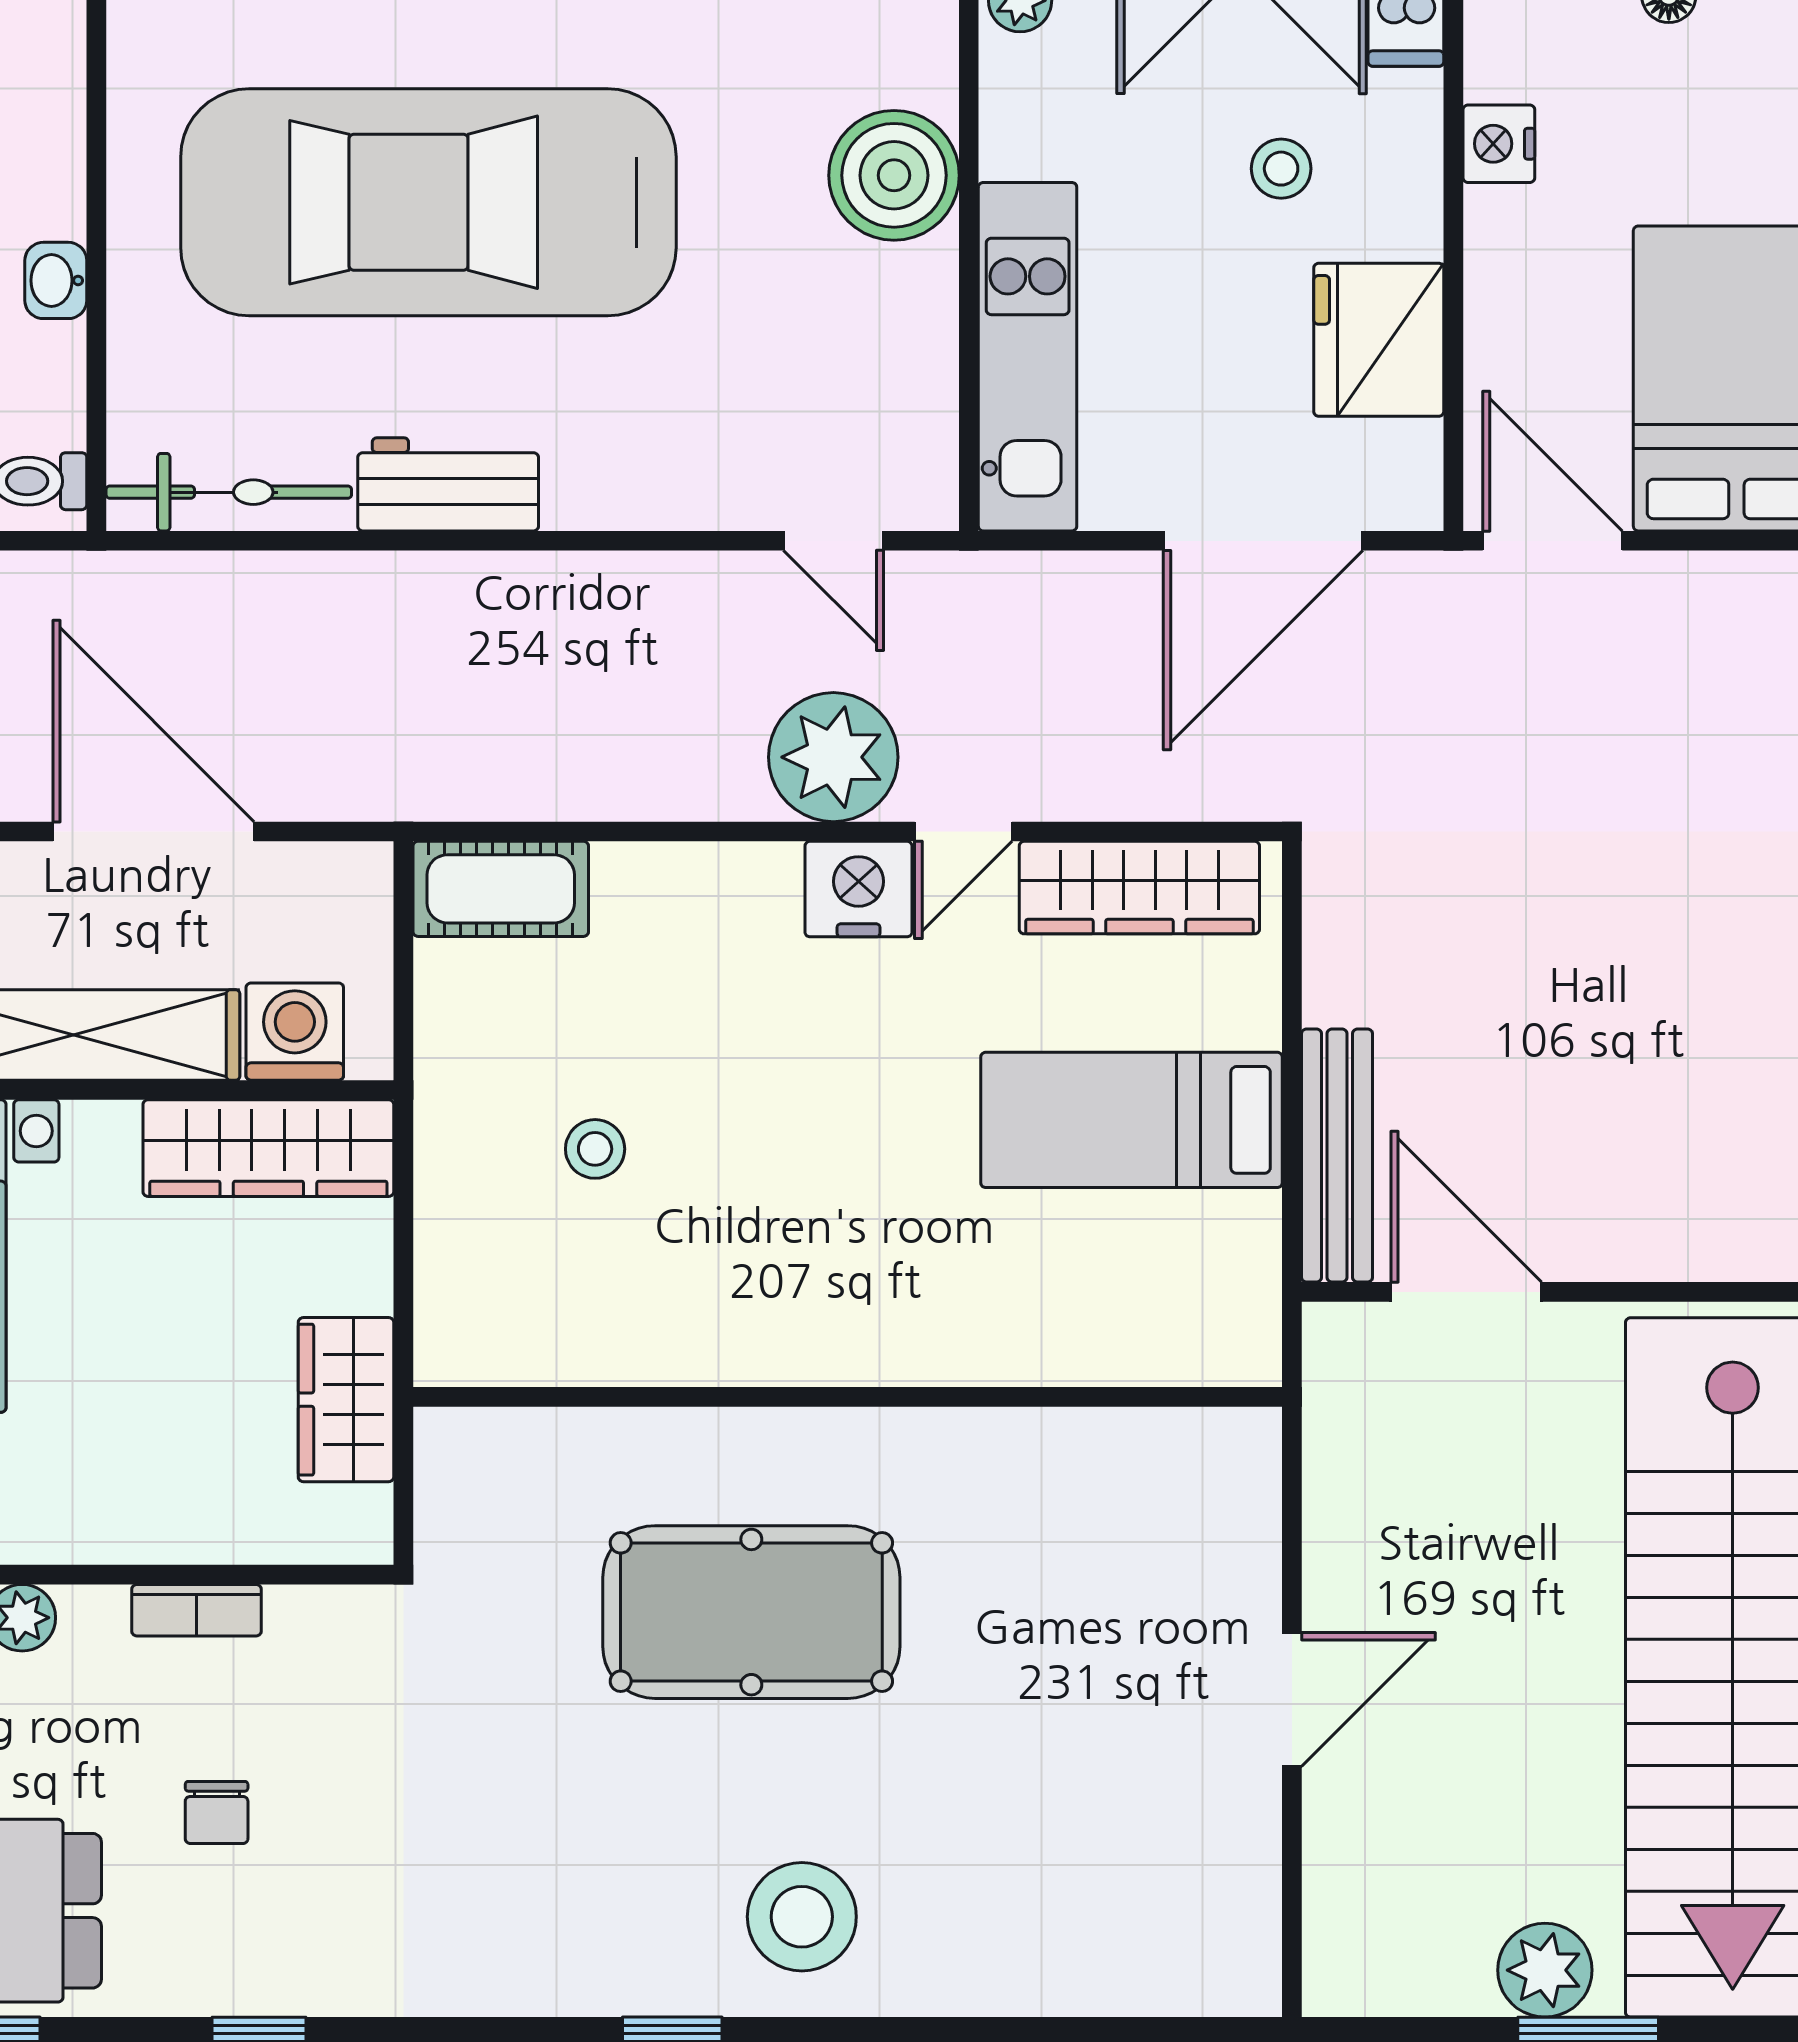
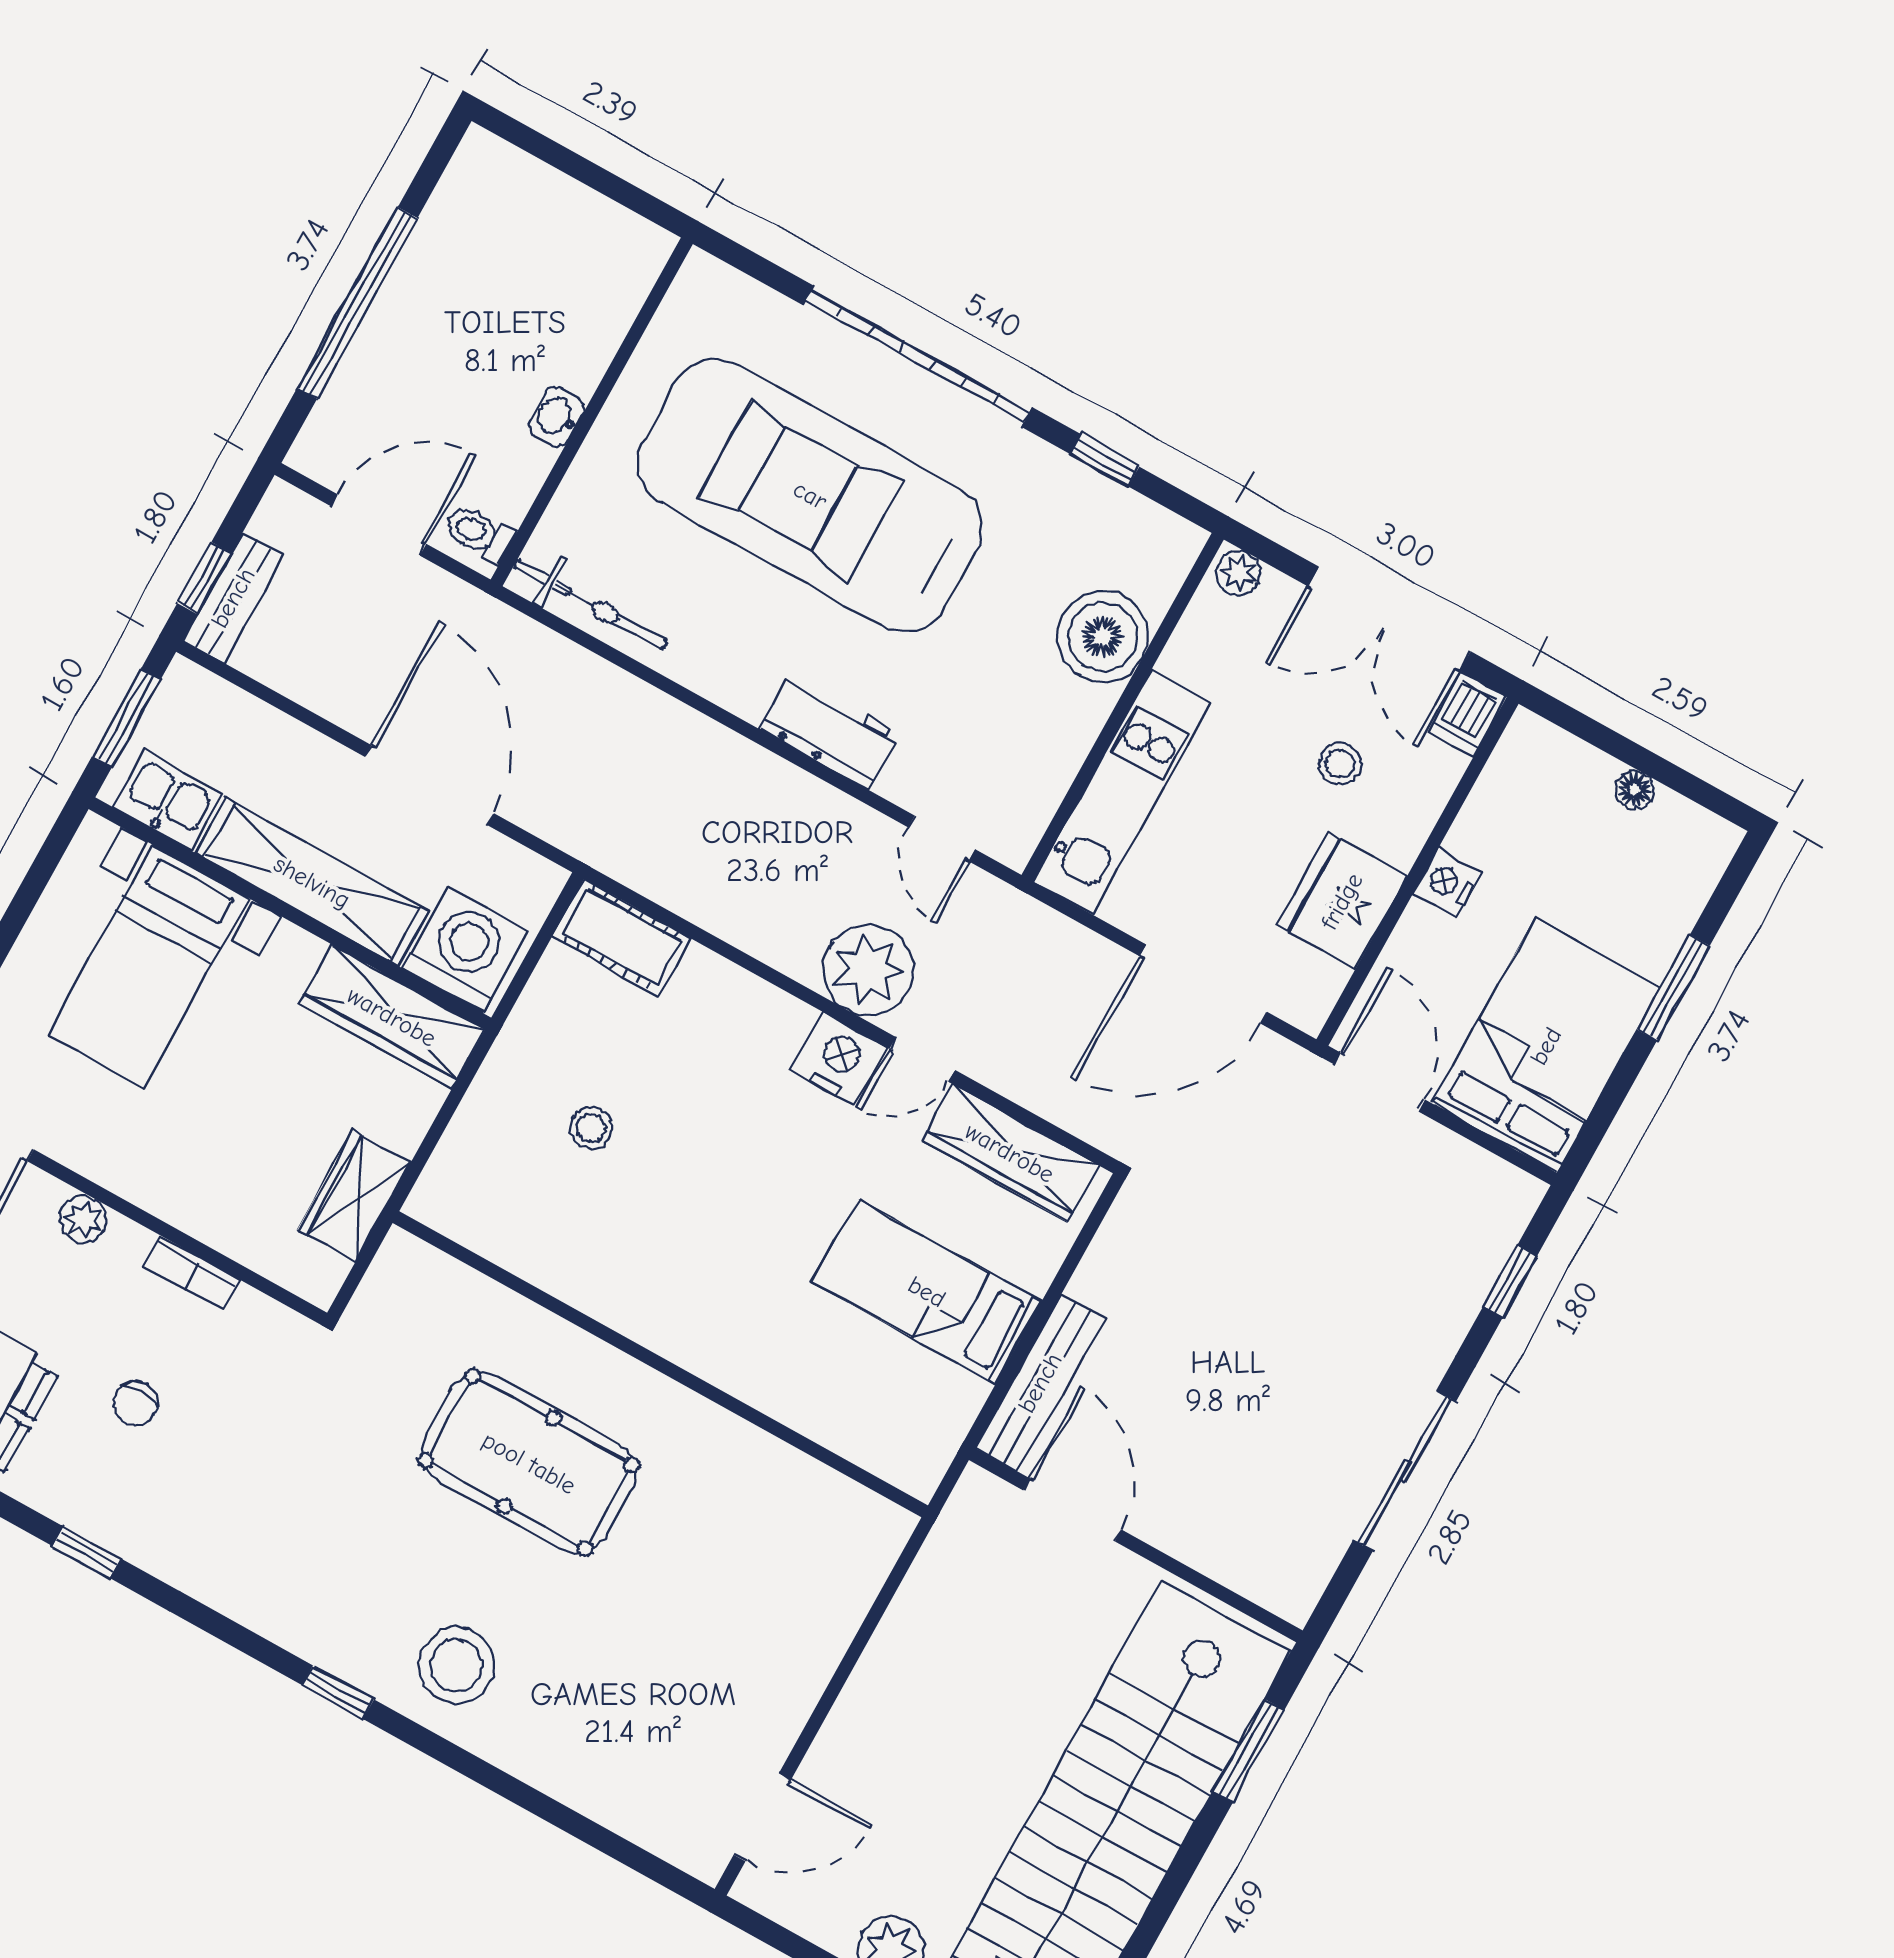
nightstand: (1499, 144) -> (1447, 883), moved
workbench: (448, 484) -> (829, 731), moved
washing machine: (295, 1032) -> (465, 950), width x1.37, depth x1.37
door: (1292, 1700) -> (762, 1817), moved

